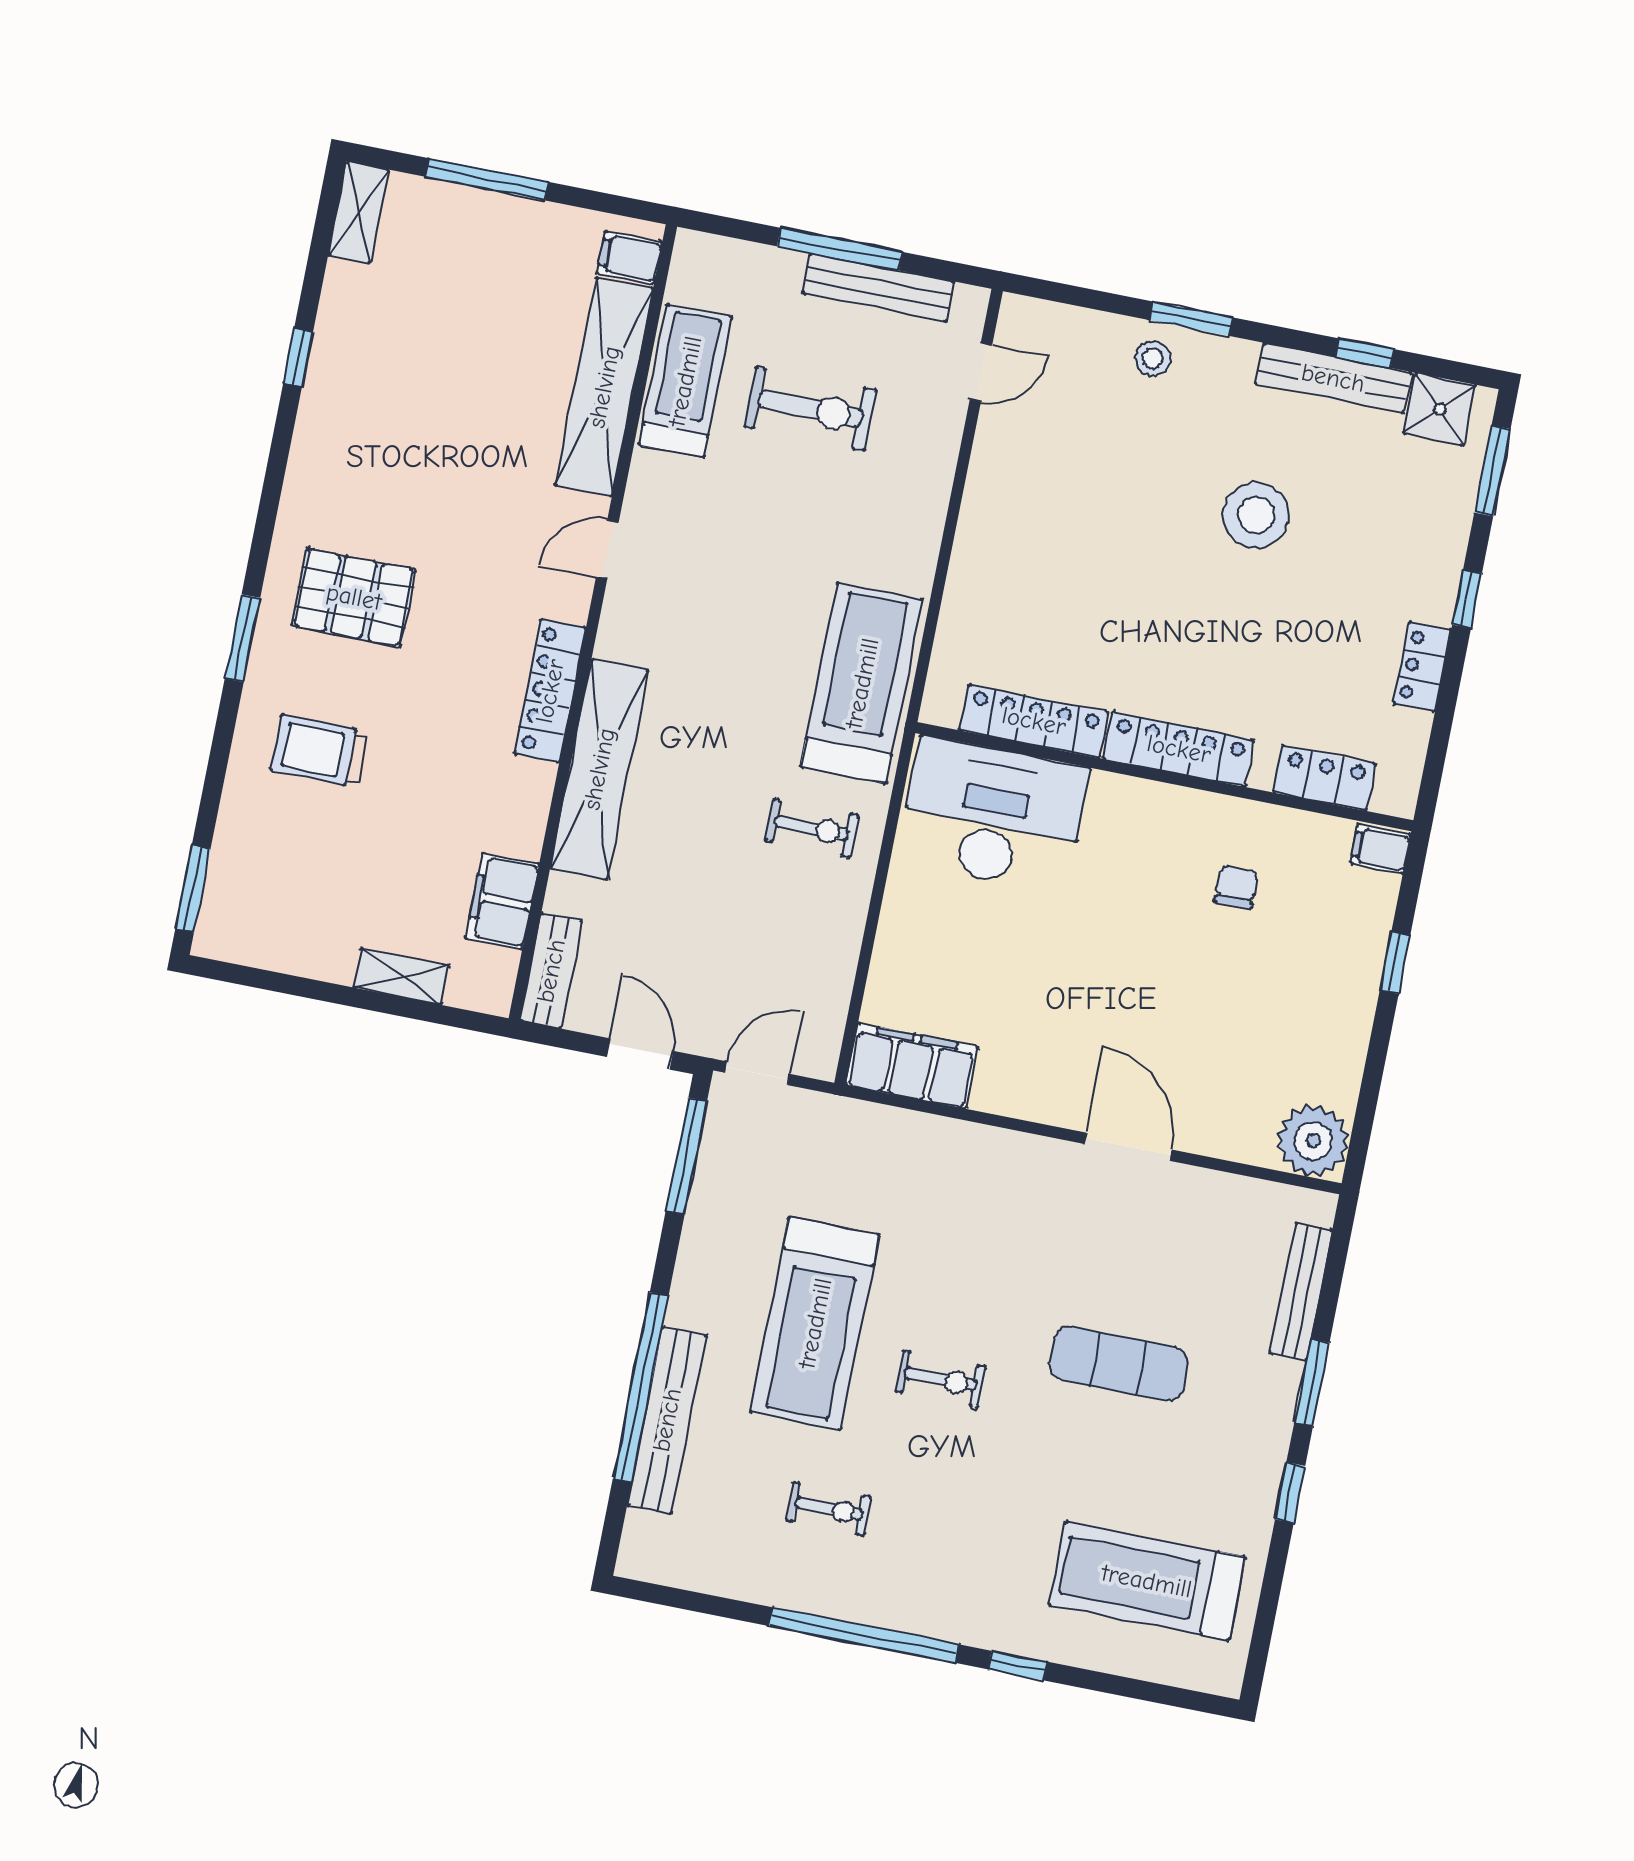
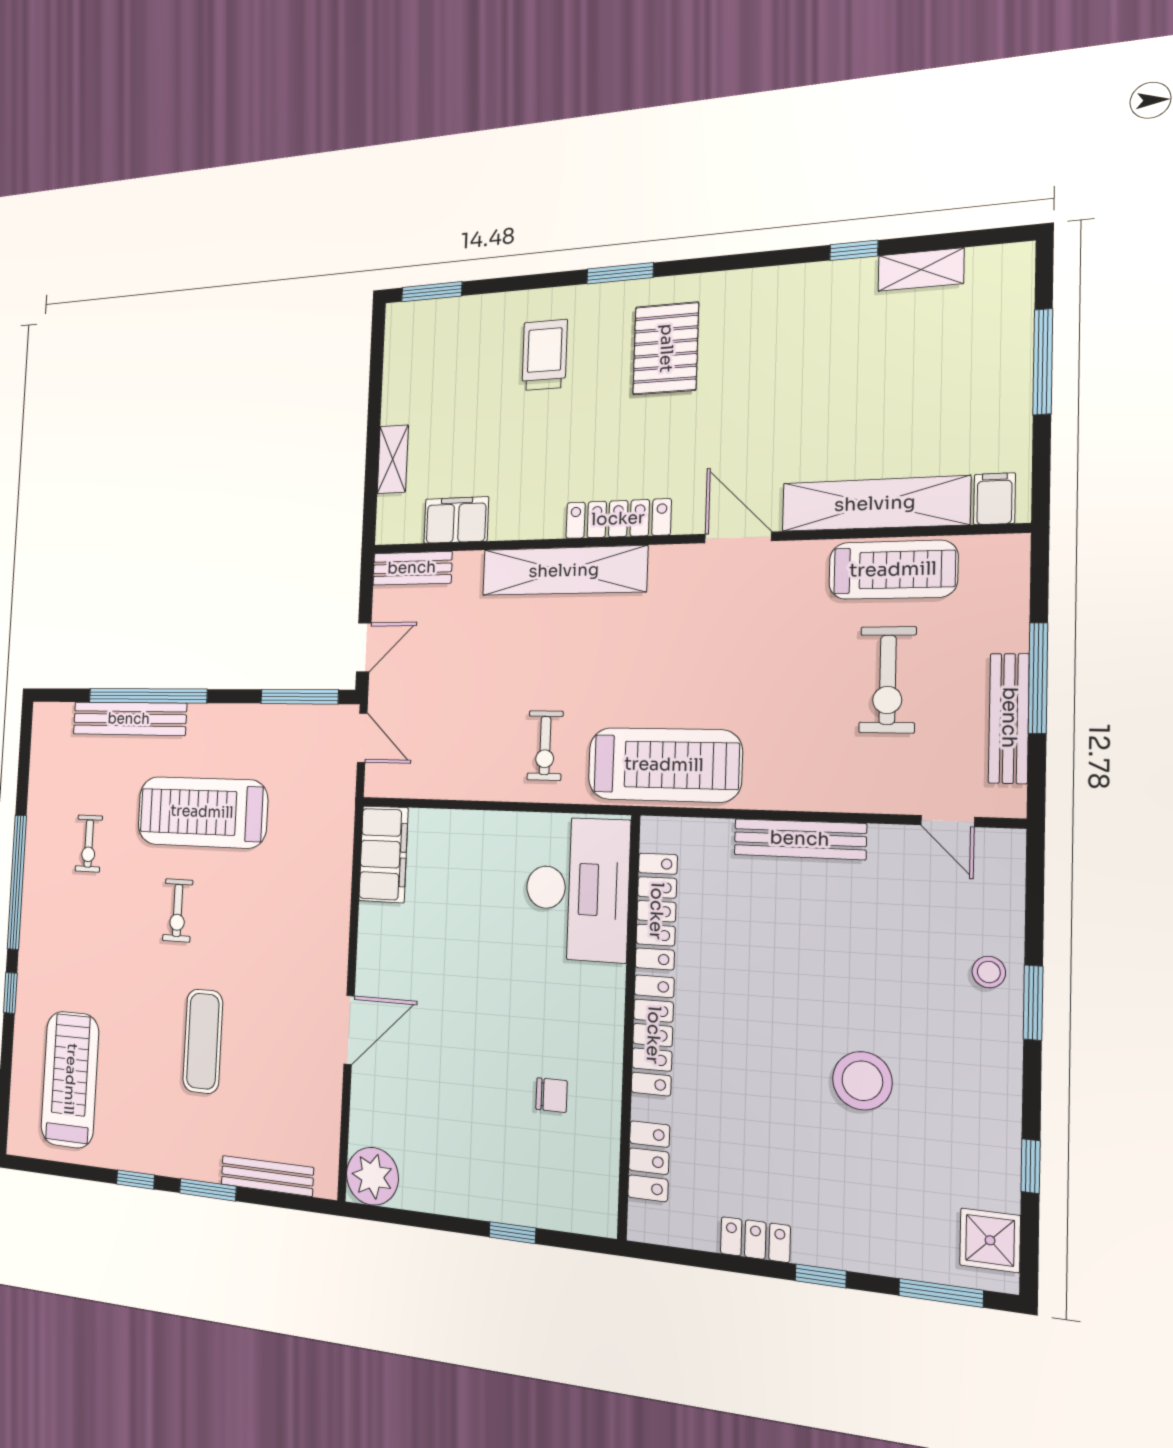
shelving: (358, 212) -> (921, 270), moved
bench: (1333, 378) -> (800, 839), moved, turned 90
door: (607, 549) -> (738, 537), width x1.38
filing cabinet: (1380, 849) -> (599, 1214), removed

